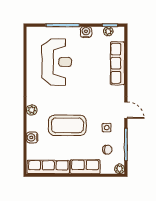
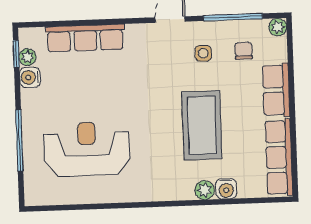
water cooler: (86, 32) -> (30, 77), moved
plant: (32, 110) -> (205, 190), moved

